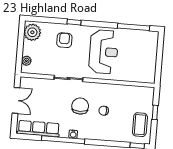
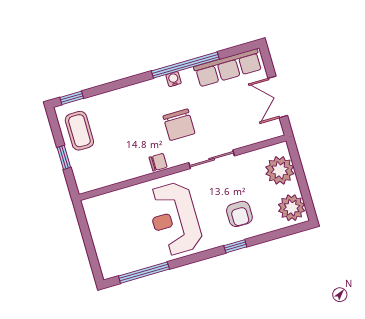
plant: (26, 61) -> (280, 170), width x1.88, depth x1.88
chair: (104, 111) -> (158, 162), moved

